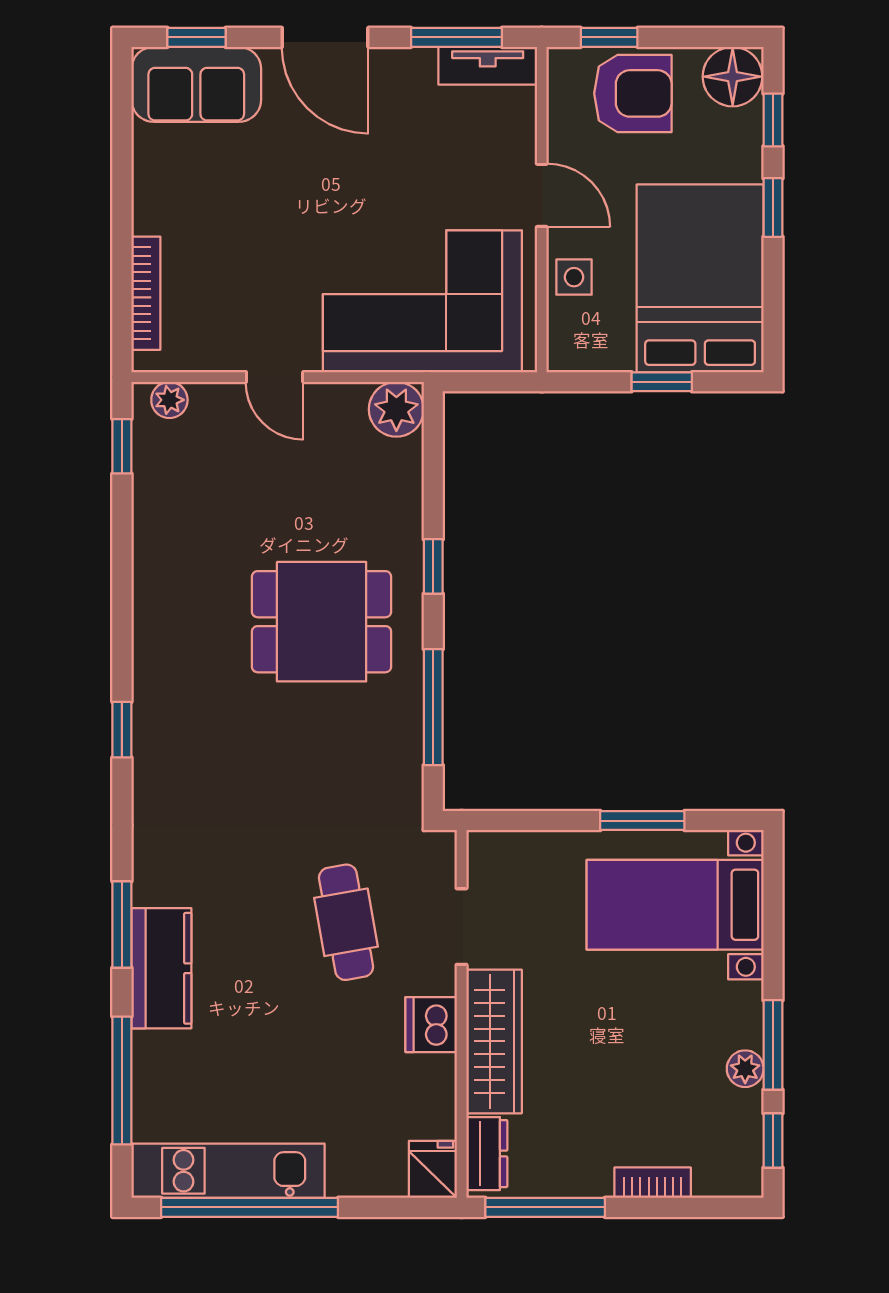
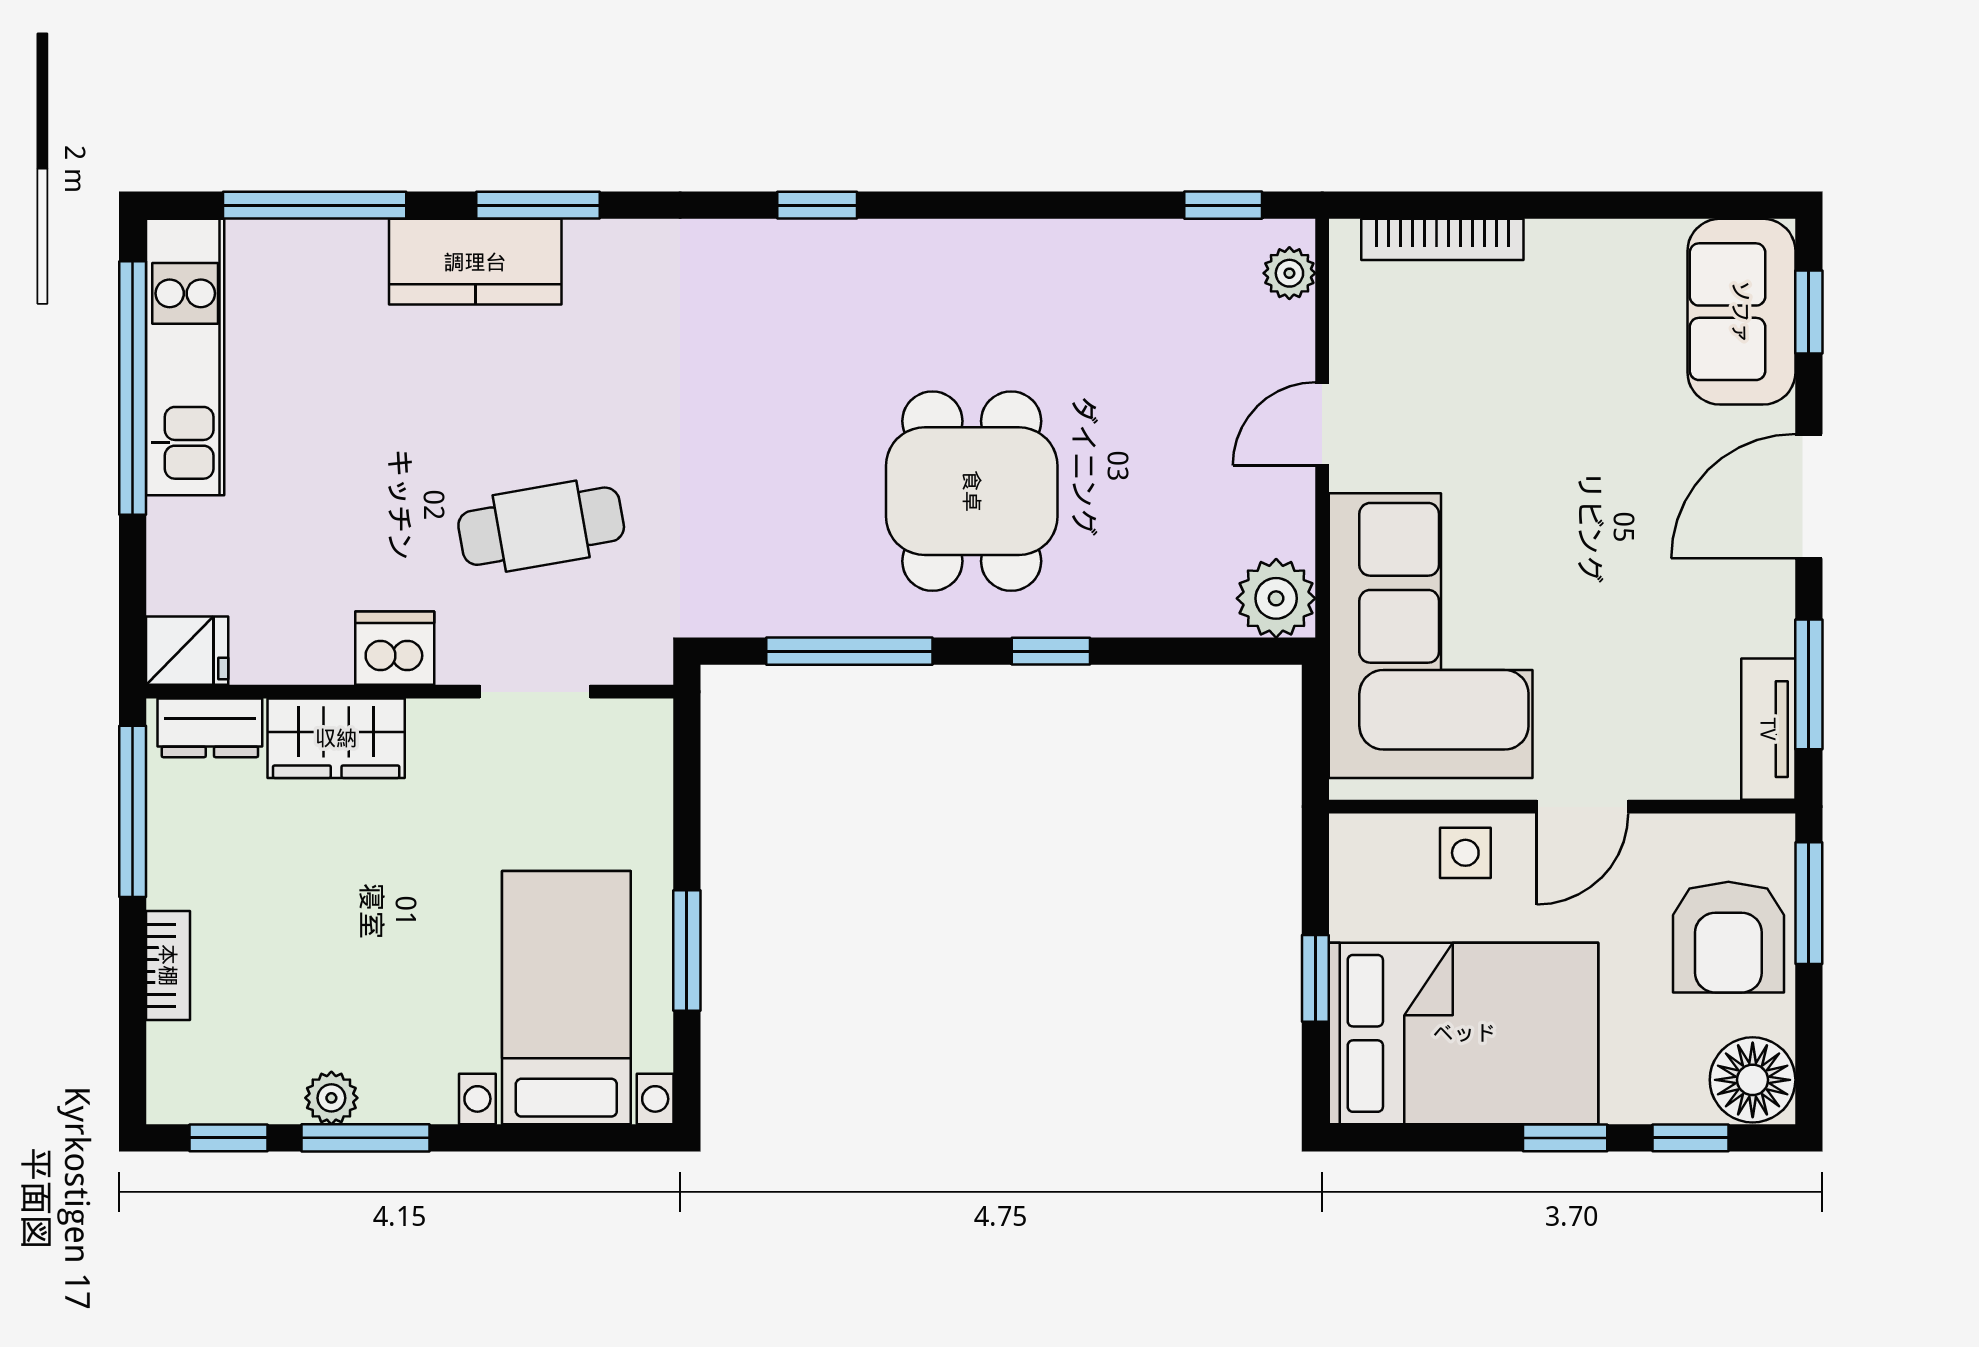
window: (609, 37) -> (1809, 903), width x1.50
wardrobe: (494, 1041) -> (336, 738), width x0.67

